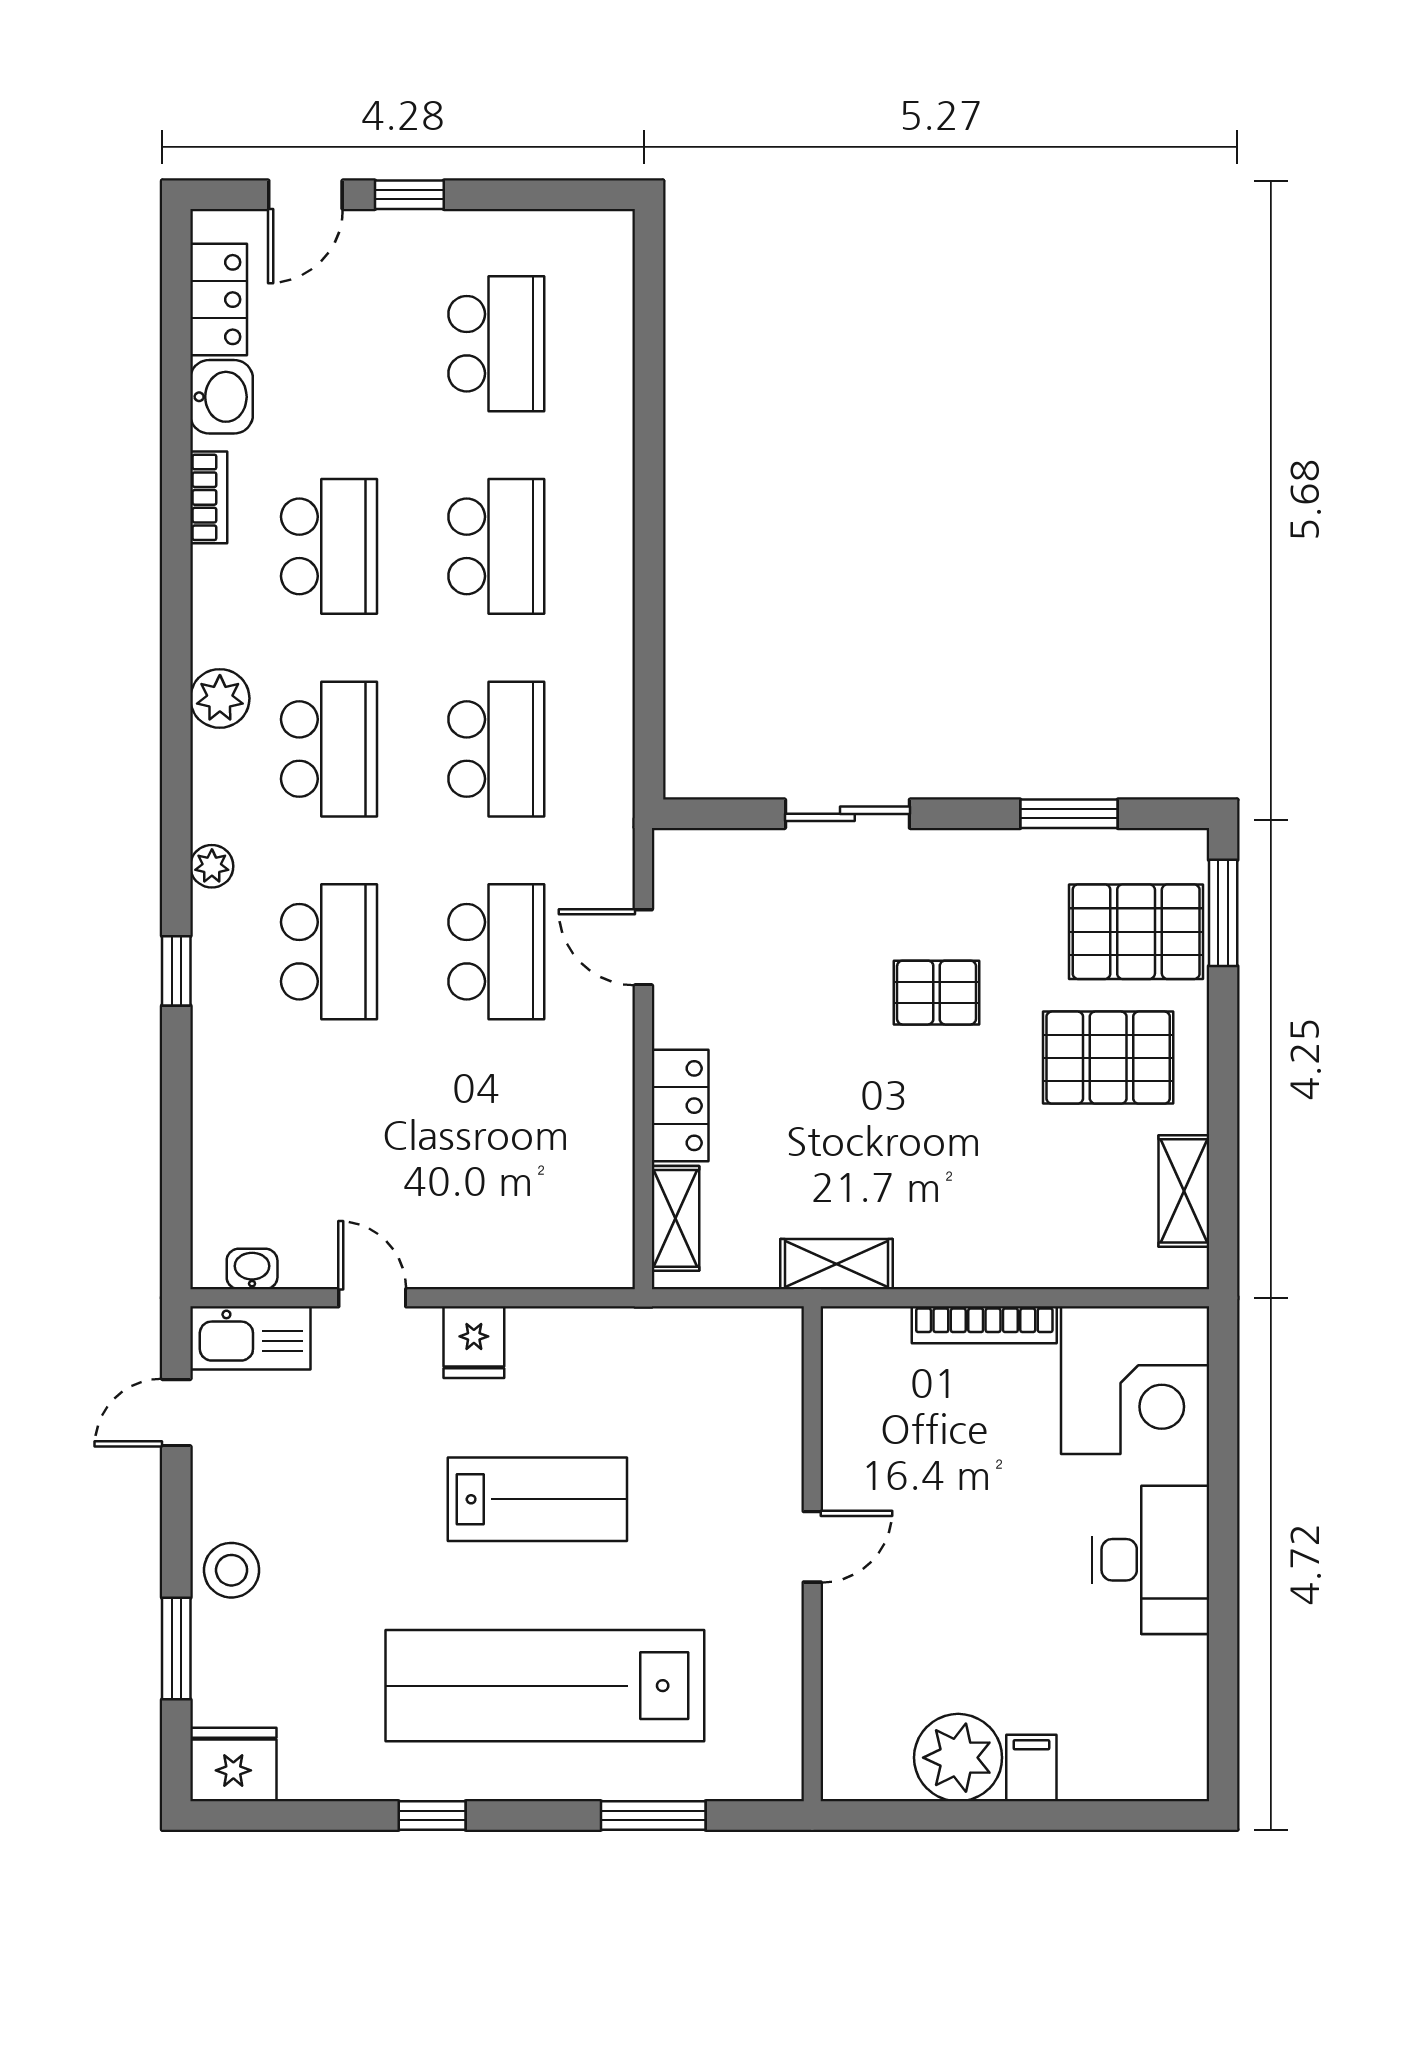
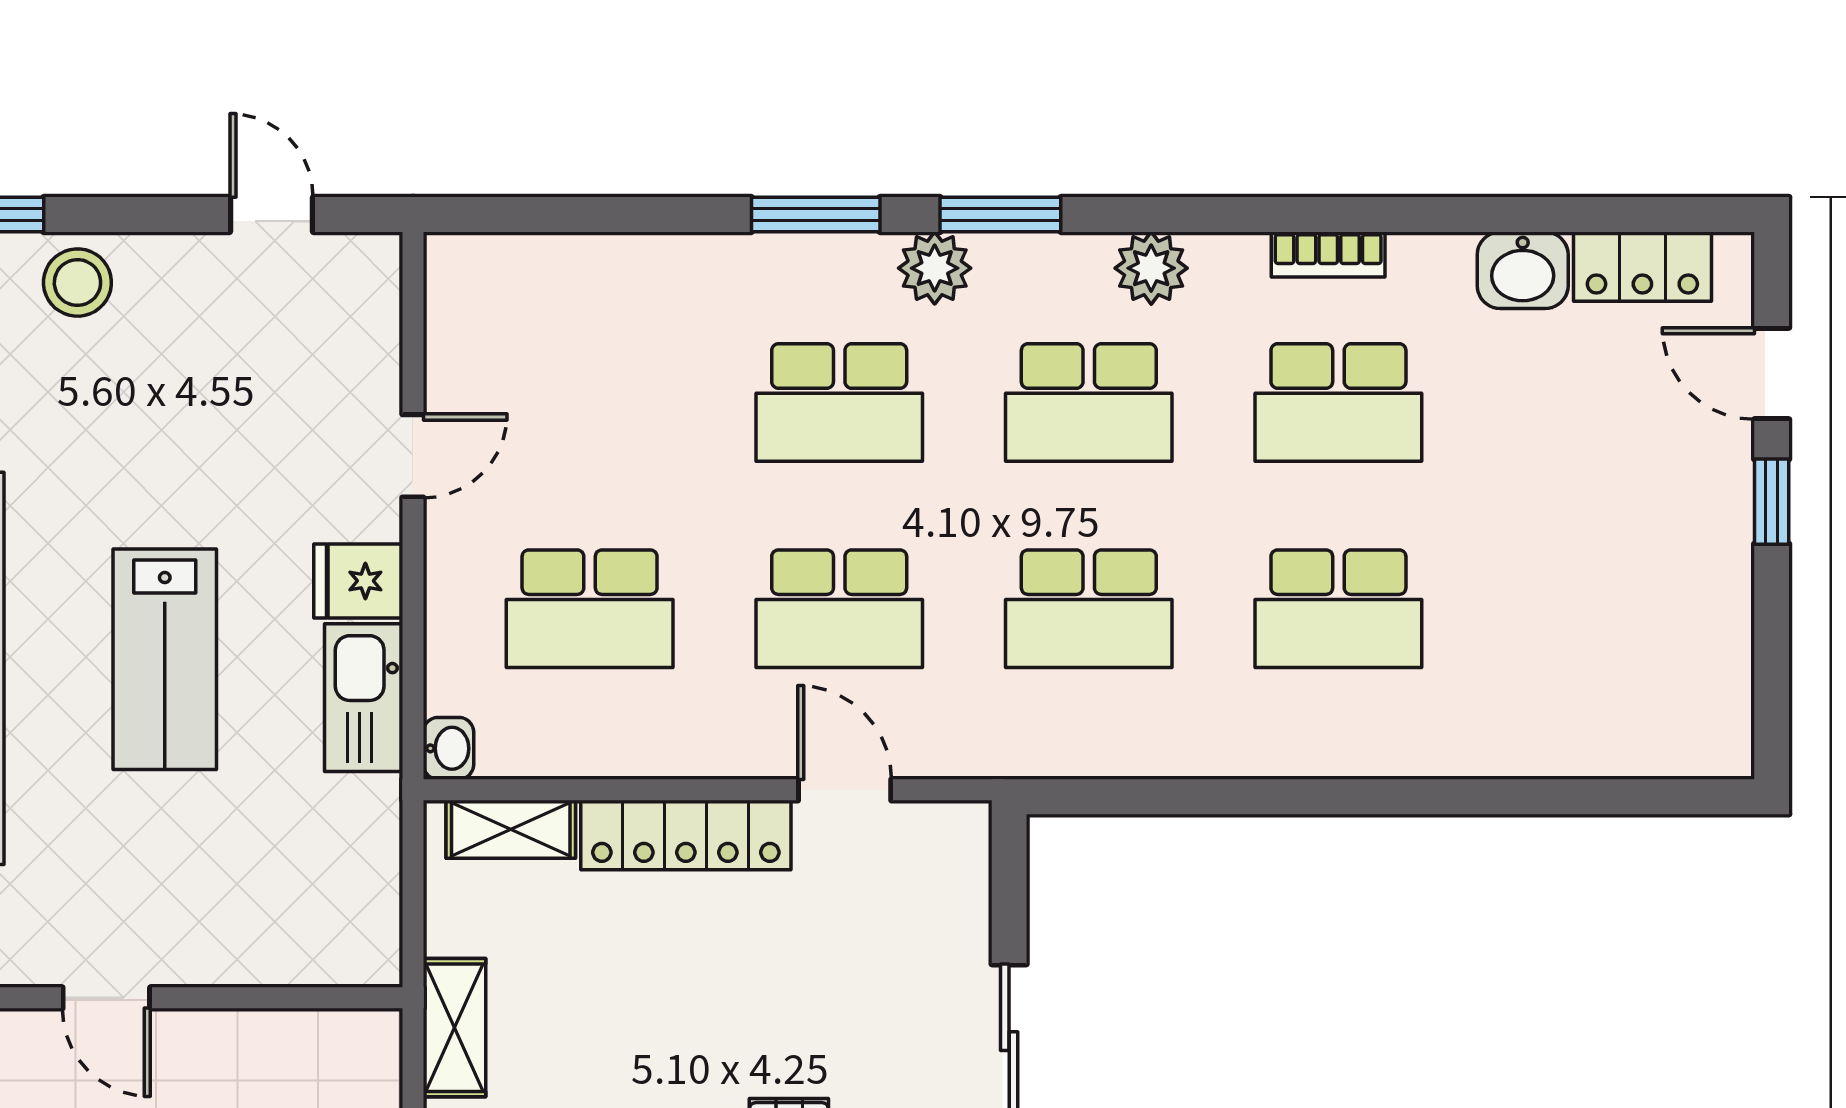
school desk: (496, 344) -> (590, 609), moved
bookcase: (209, 497) -> (1328, 255), moved
window: (176, 821) -> (1000, 214), added
plant: (212, 866) -> (935, 268), width x1.38, depth x1.38
door: (643, 947) -> (845, 790), hinge flipped
window: (176, 971) -> (816, 214), width x1.50
locker: (680, 1106) -> (686, 835), width x1.53
washbasin: (252, 1269) -> (448, 748), moved
kitchen sink: (250, 1338) -> (364, 698), moved

